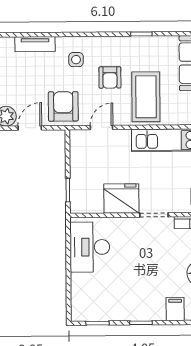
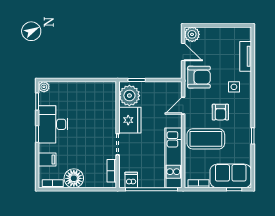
armchair: (110, 77) -> (220, 112), turned -90
door: (102, 127) -> (183, 106), swing flipped
plant: (89, 200) -> (129, 96), added
desk: (90, 247) -> (53, 124), moved, turned -90
plant: (78, 314) -> (44, 87), added

